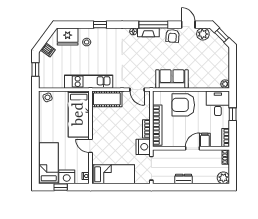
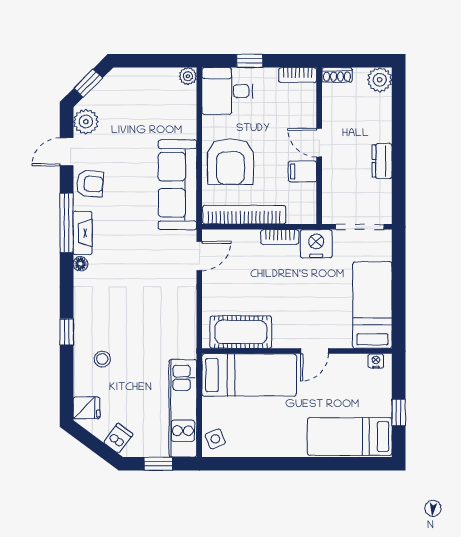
fridge: (68, 37) -> (87, 408), width x0.53, depth x0.75
sofa: (172, 79) -> (178, 185), width x1.36
kitchen unit: (89, 82) -> (183, 408), moved
cot: (107, 99) -> (241, 332), moved, turned 90
bookcase: (157, 125) -> (244, 215), moved
filing cabinet: (205, 140) -> (302, 171), moved
nightstand: (67, 177) -> (378, 400), removed

